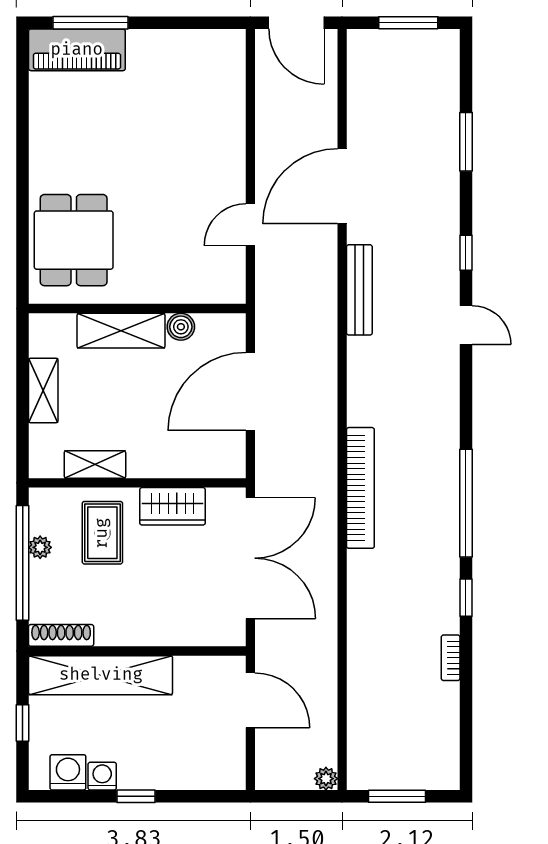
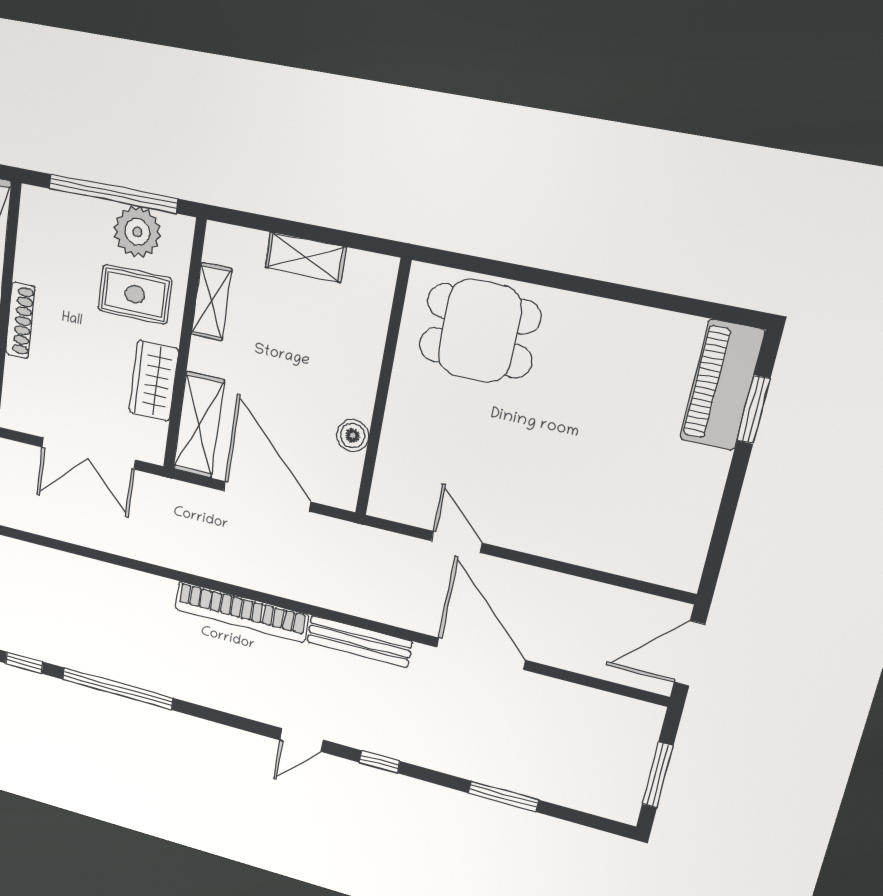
window: (90, 23) -> (753, 410), width x0.69
shelving: (121, 331) -> (199, 425), moved
bookcase: (360, 488) -> (241, 612), moved
plant: (40, 547) -> (137, 232), width x1.88, depth x1.88
double door: (250, 558) -> (88, 453), width x0.73
shoe rack: (61, 635) -> (20, 320), moved

